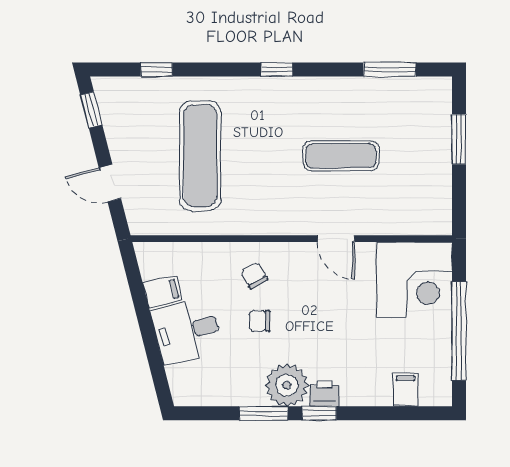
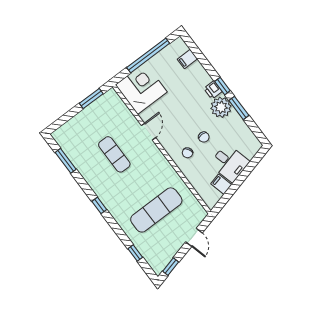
window: (459, 139) -> (91, 98), moved

